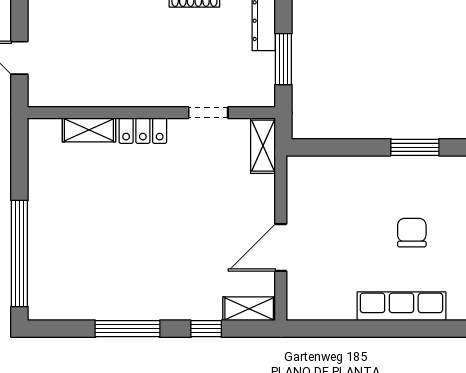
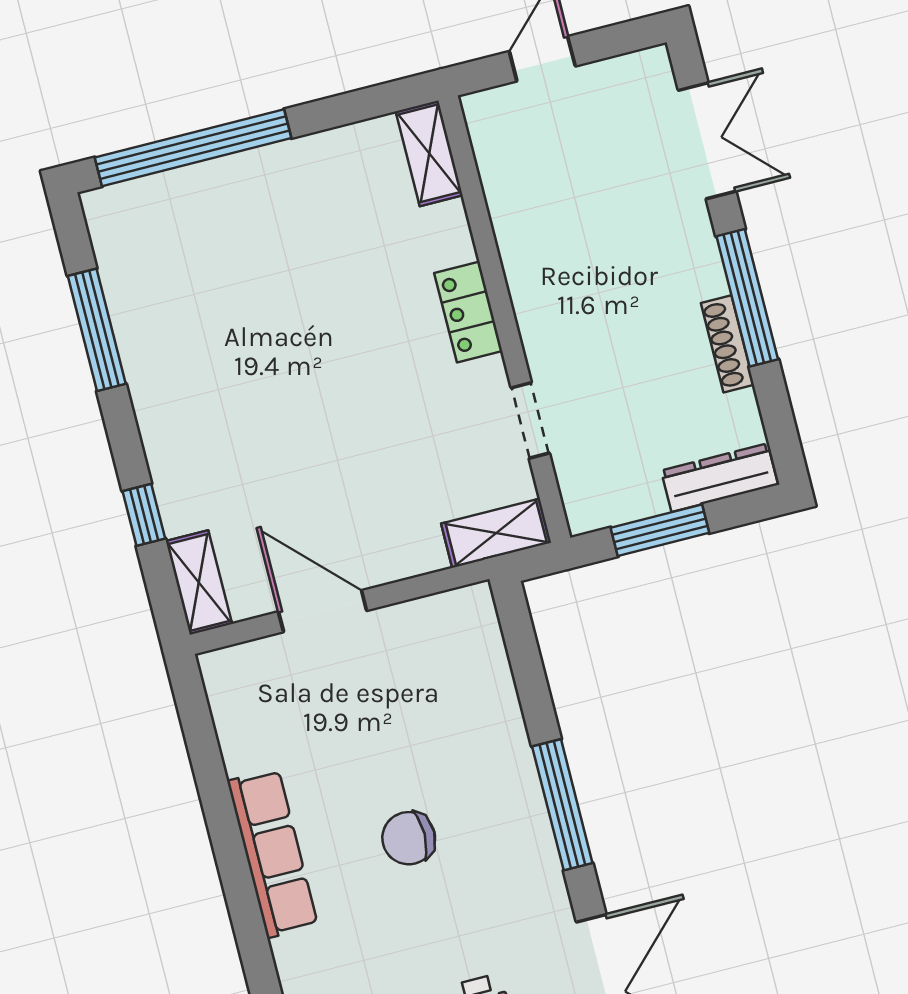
shelving: (89, 130) -> (429, 153), moved
window: (415, 147) -> (562, 805), width x1.44
chair: (412, 233) -> (409, 838), turned 180
window: (127, 329) -> (97, 330), moved

